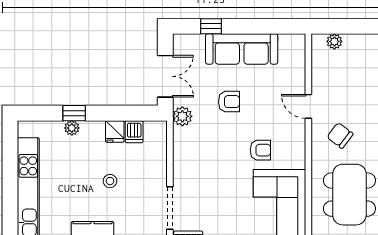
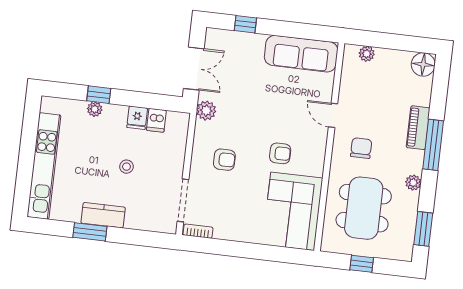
sofa: (242, 49) -> (301, 54), moved
armchair: (229, 102) -> (224, 160), moved
chair: (340, 135) -> (361, 148), turned 53

